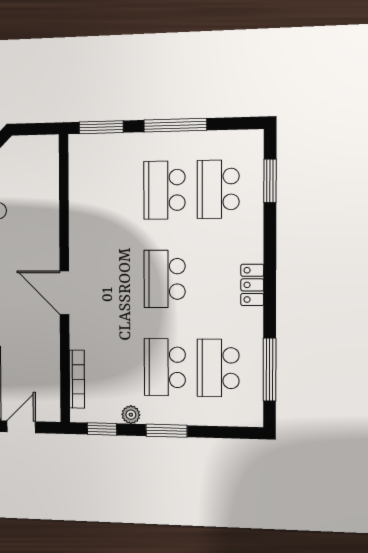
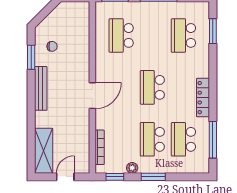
school desk: (164, 190) -> (121, 35), moved
locker: (252, 285) -> (203, 98), width x1.53
door: (64, 293) -> (92, 96), swing flipped

